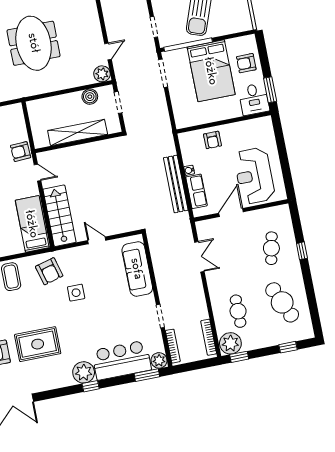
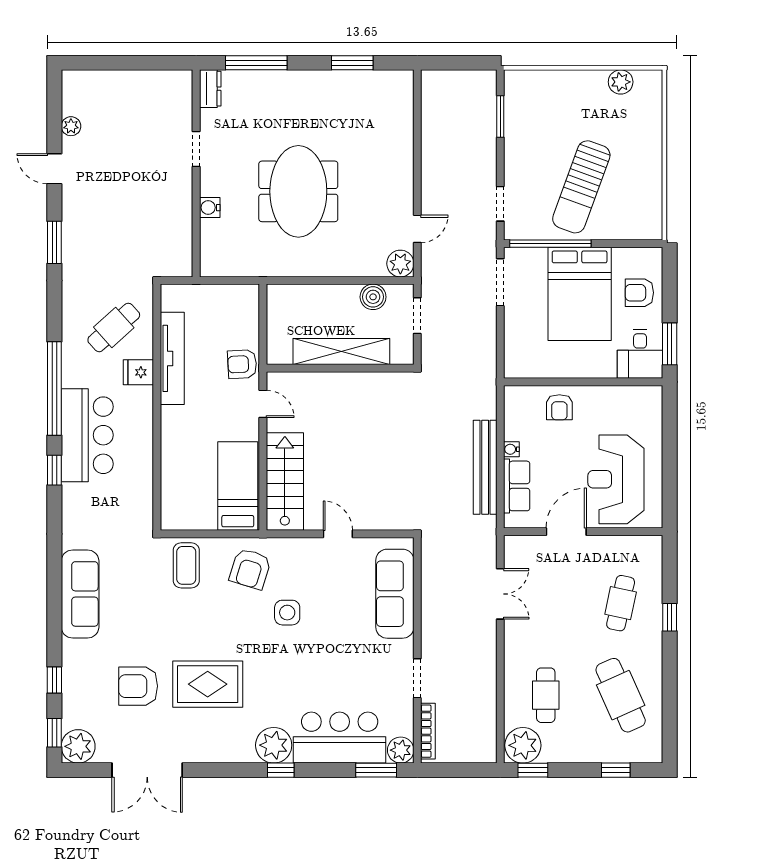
armchair: (49, 271) -> (250, 569), turned 32
bookcase: (209, 337) -> (489, 728), removed

